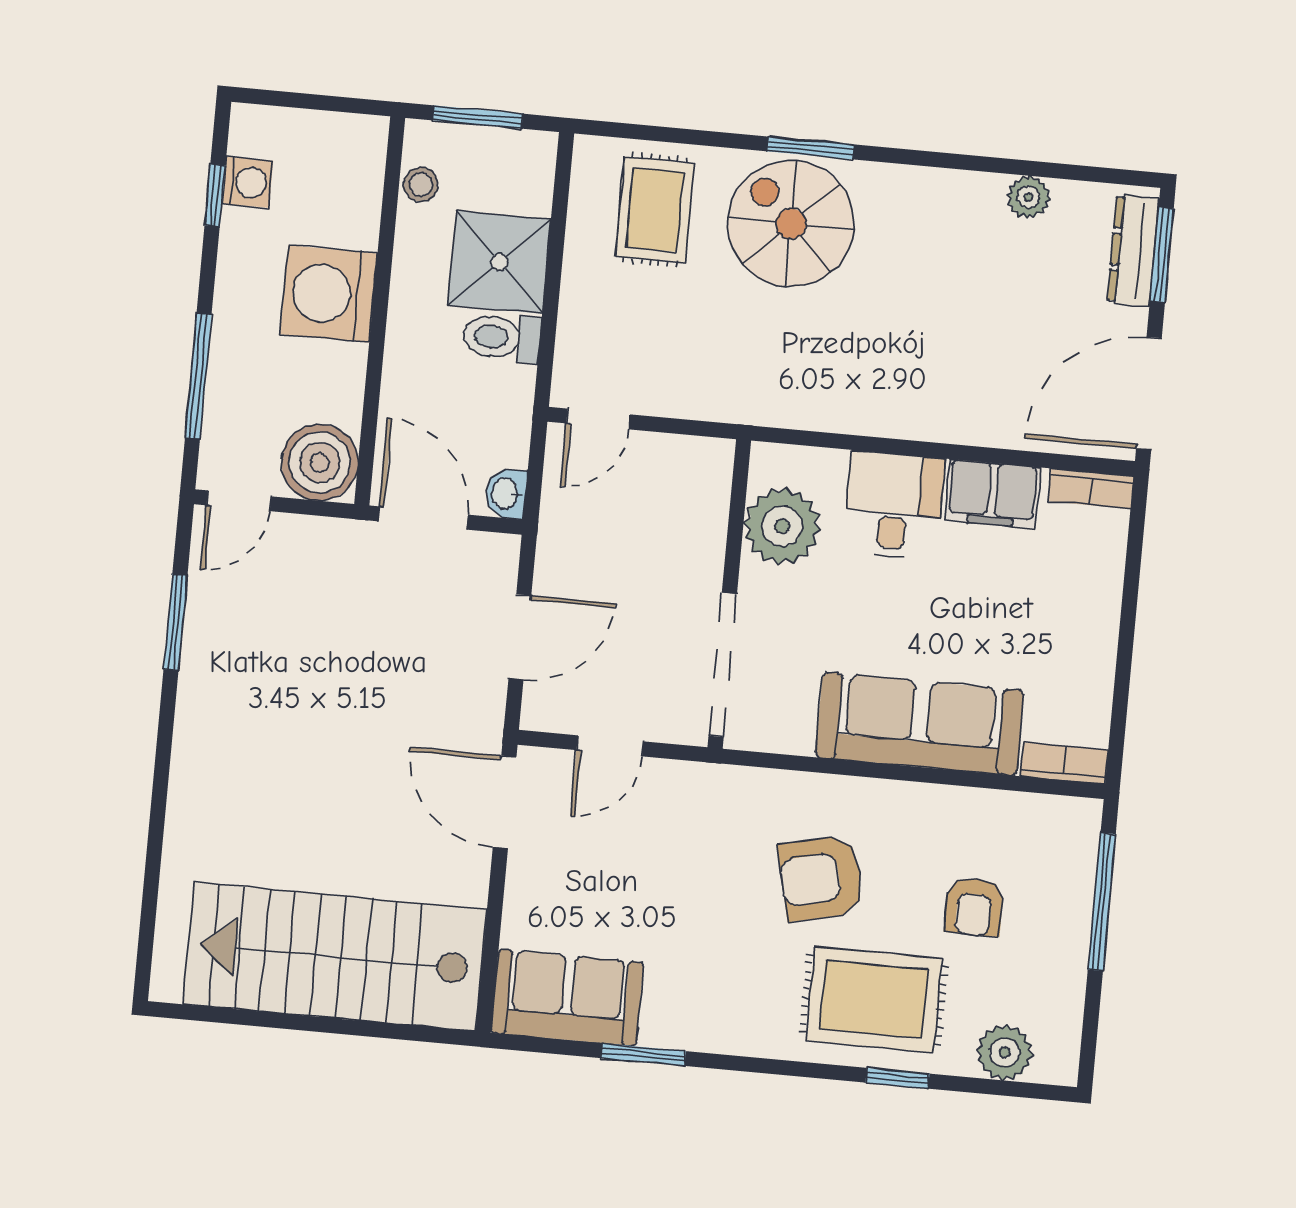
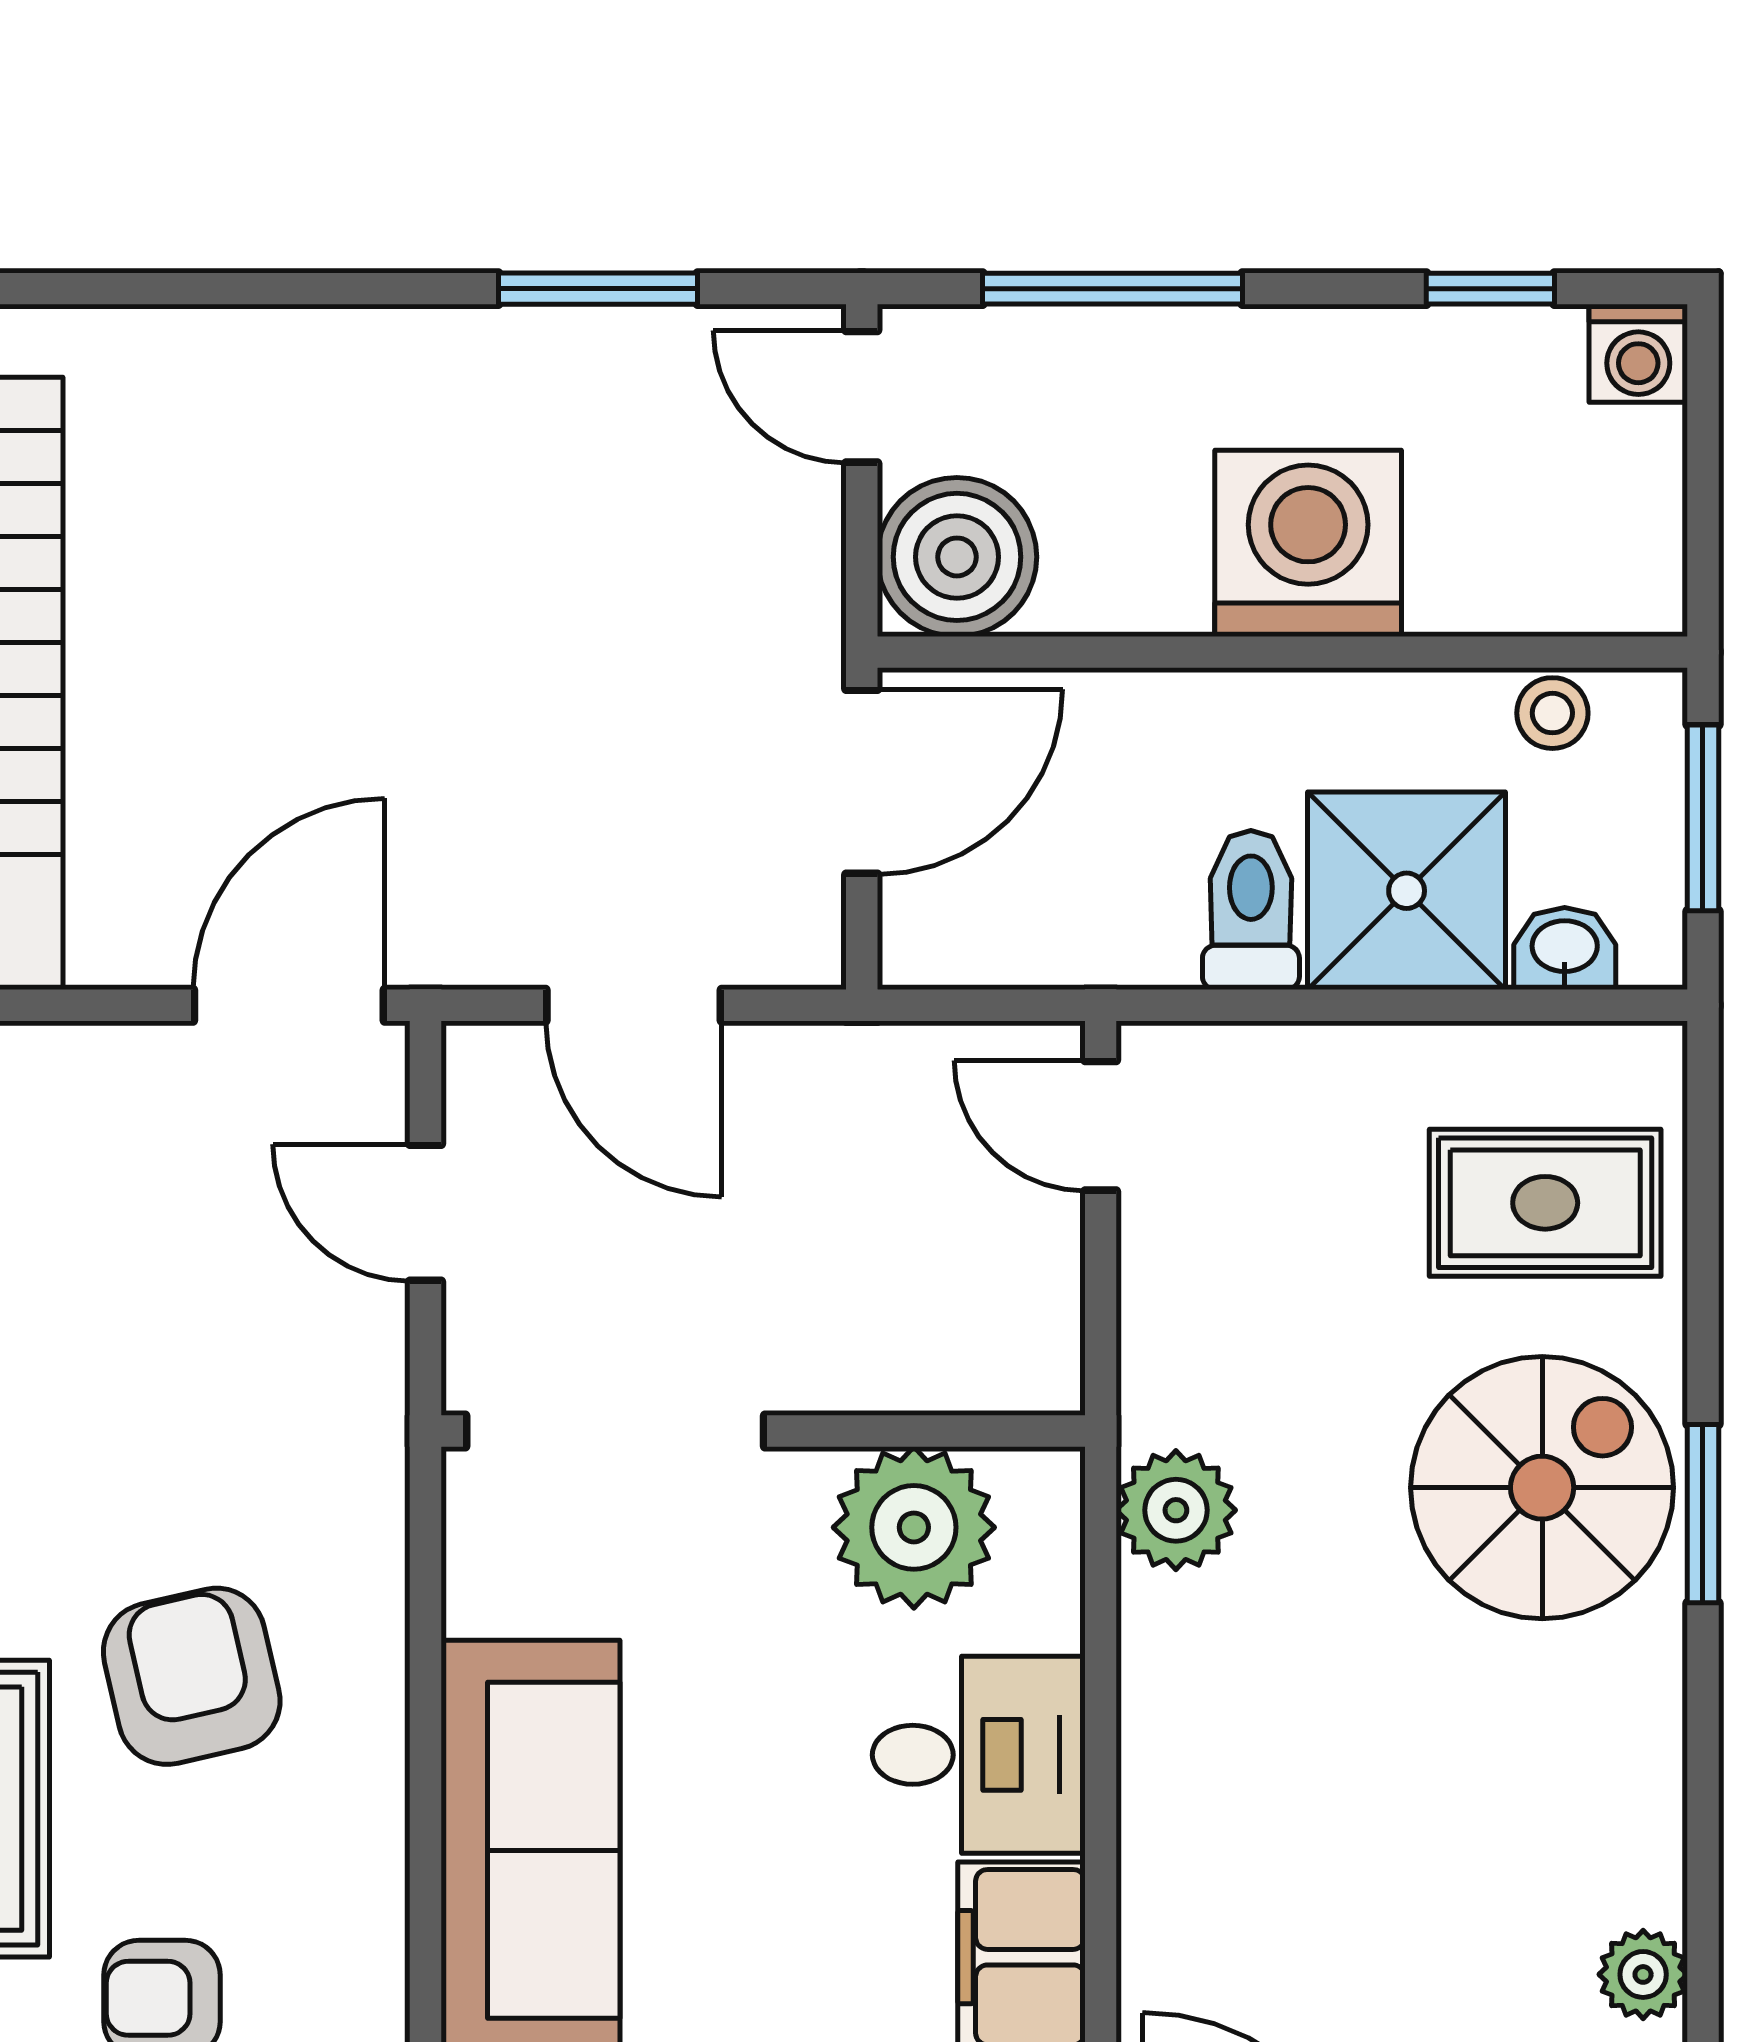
washing machine: (247, 182) -> (1638, 353), moved
plant: (786, 400) -> (1176, 1510), added
washbasin: (506, 494) -> (1565, 949), moved

